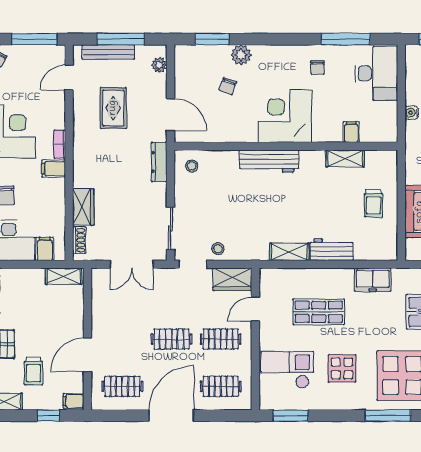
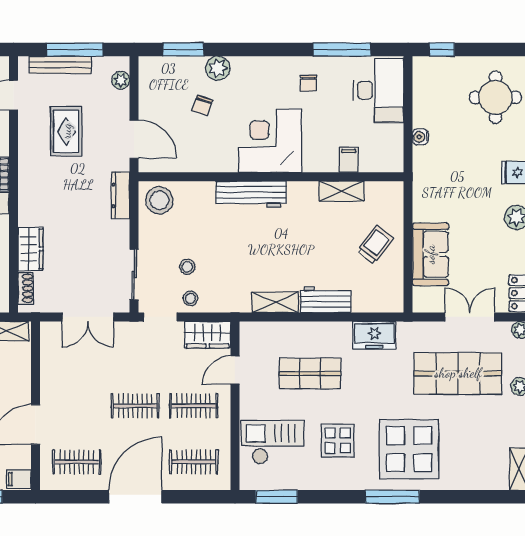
stool: (192, 166) -> (159, 200), width x1.89, depth x1.89
trolley: (374, 203) -> (375, 245), turned -142
stool: (215, 222) -> (187, 267), added

